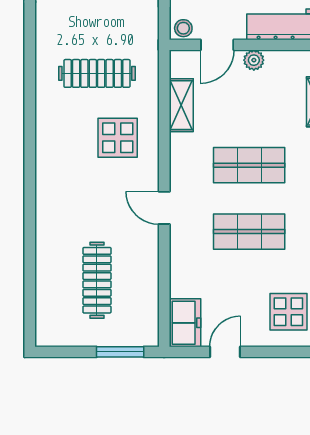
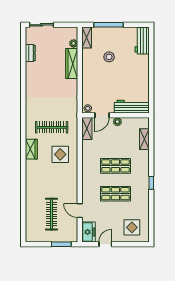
shelving: (181, 105) -> (87, 129), moved
wardrobe: (49, 125) -> (31, 149), added
door: (164, 208) -> (80, 211), moved

